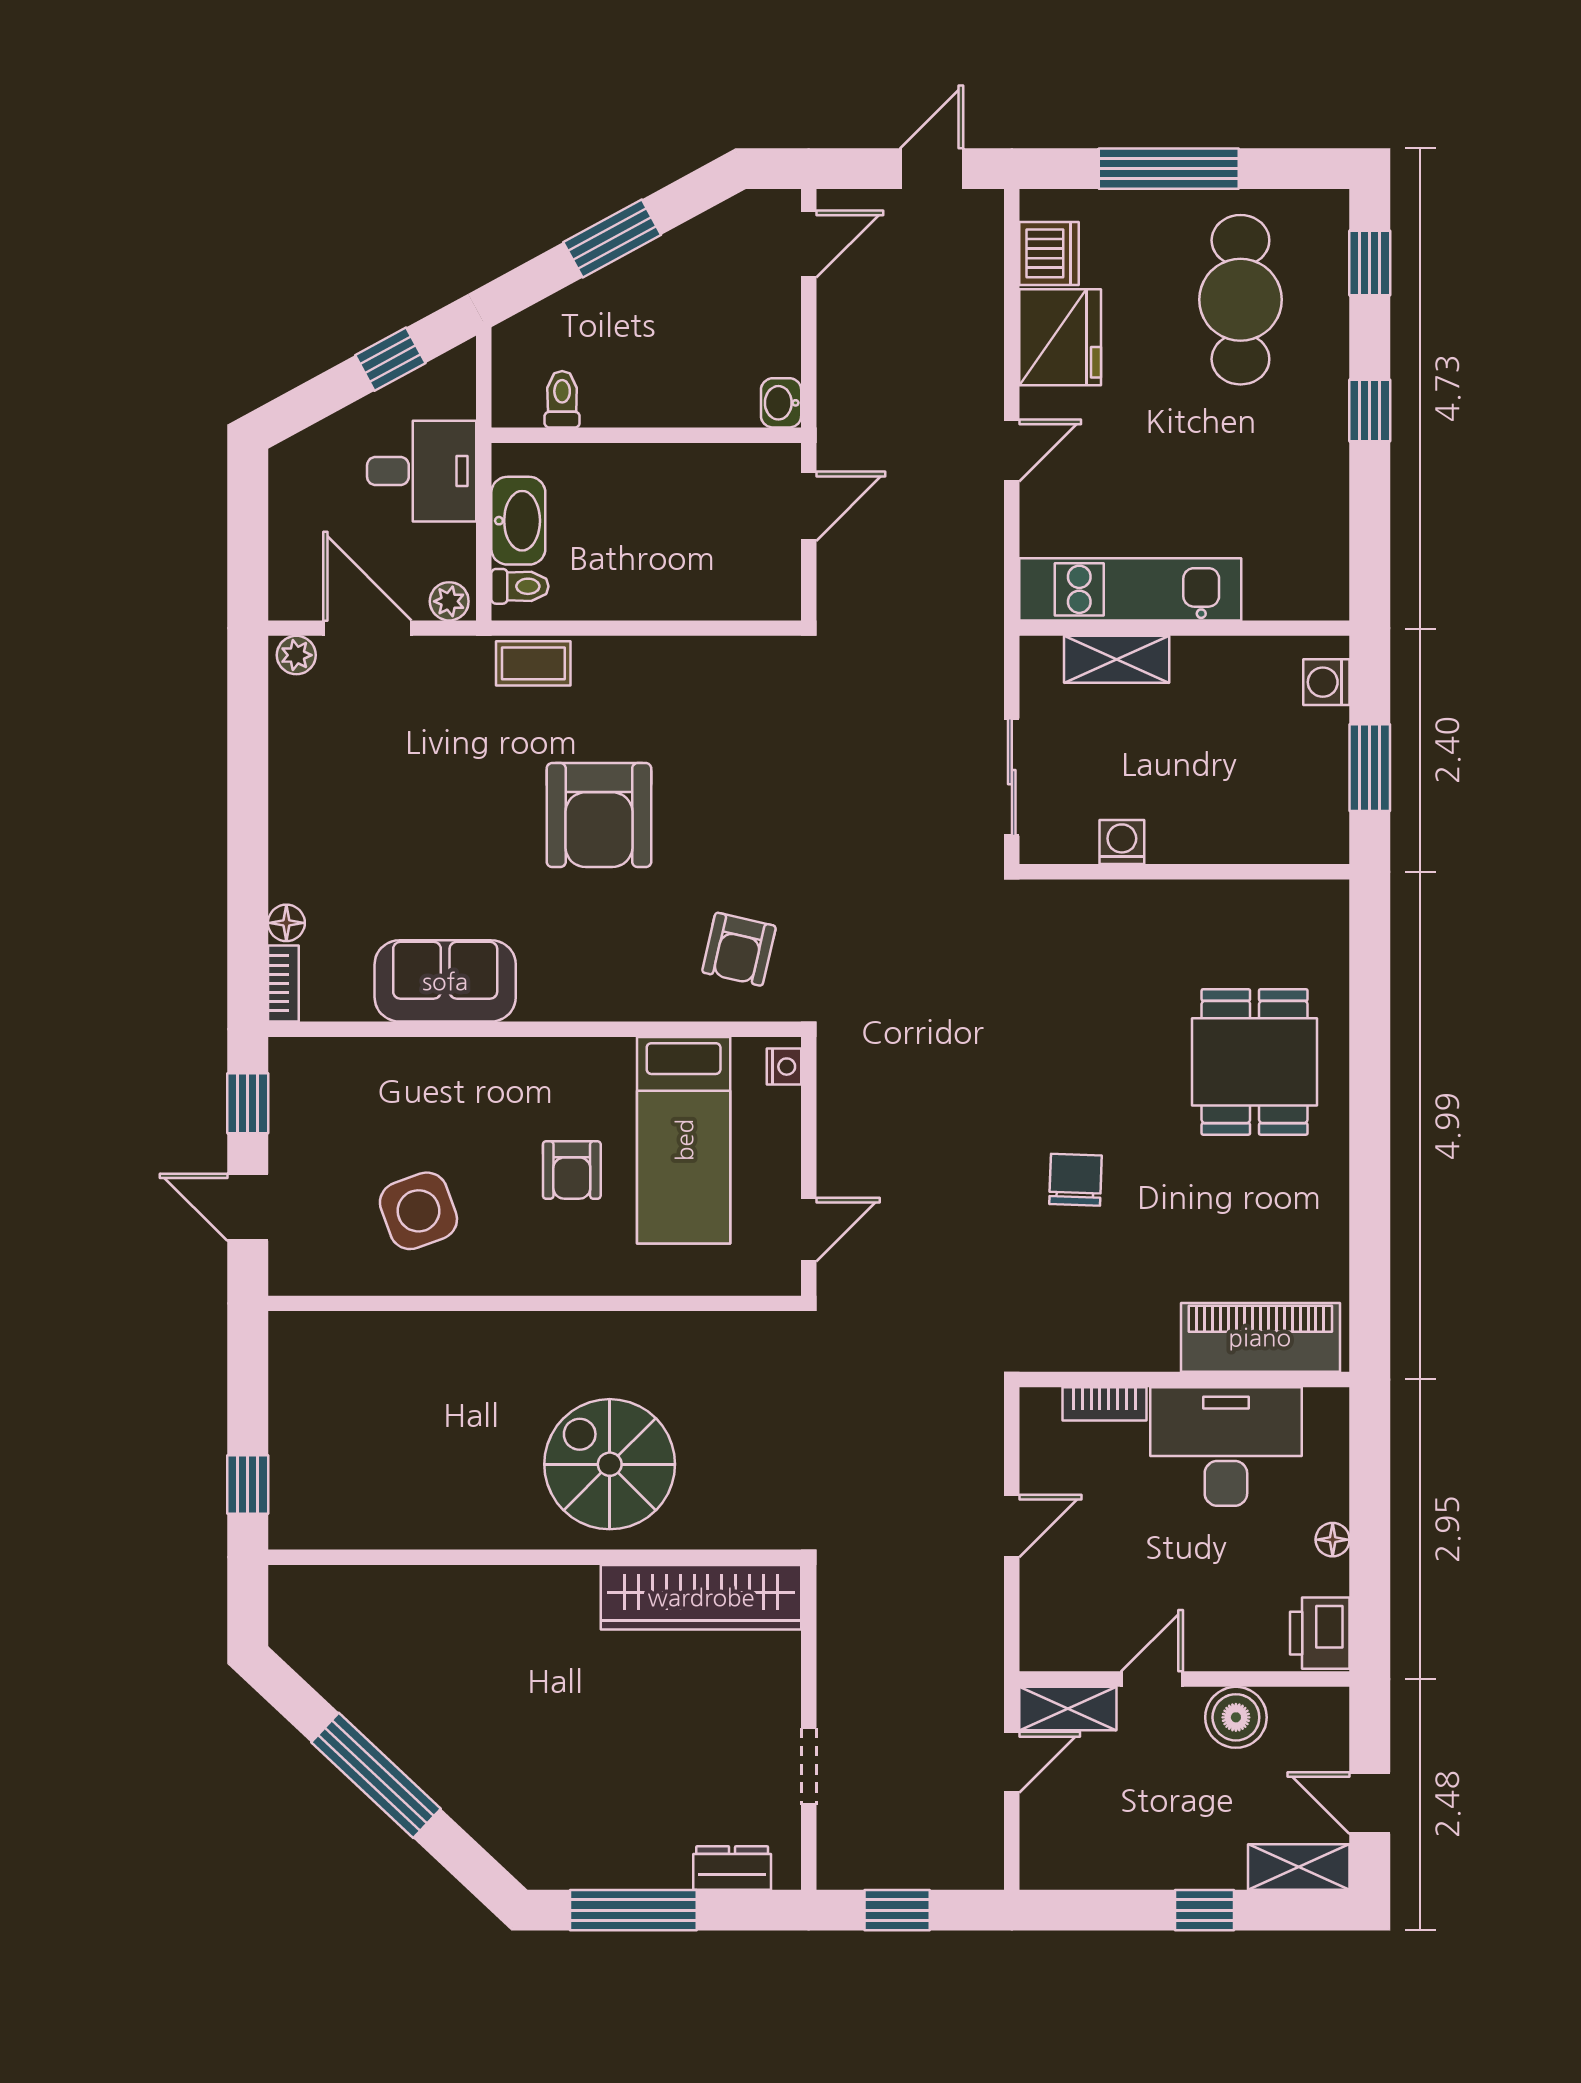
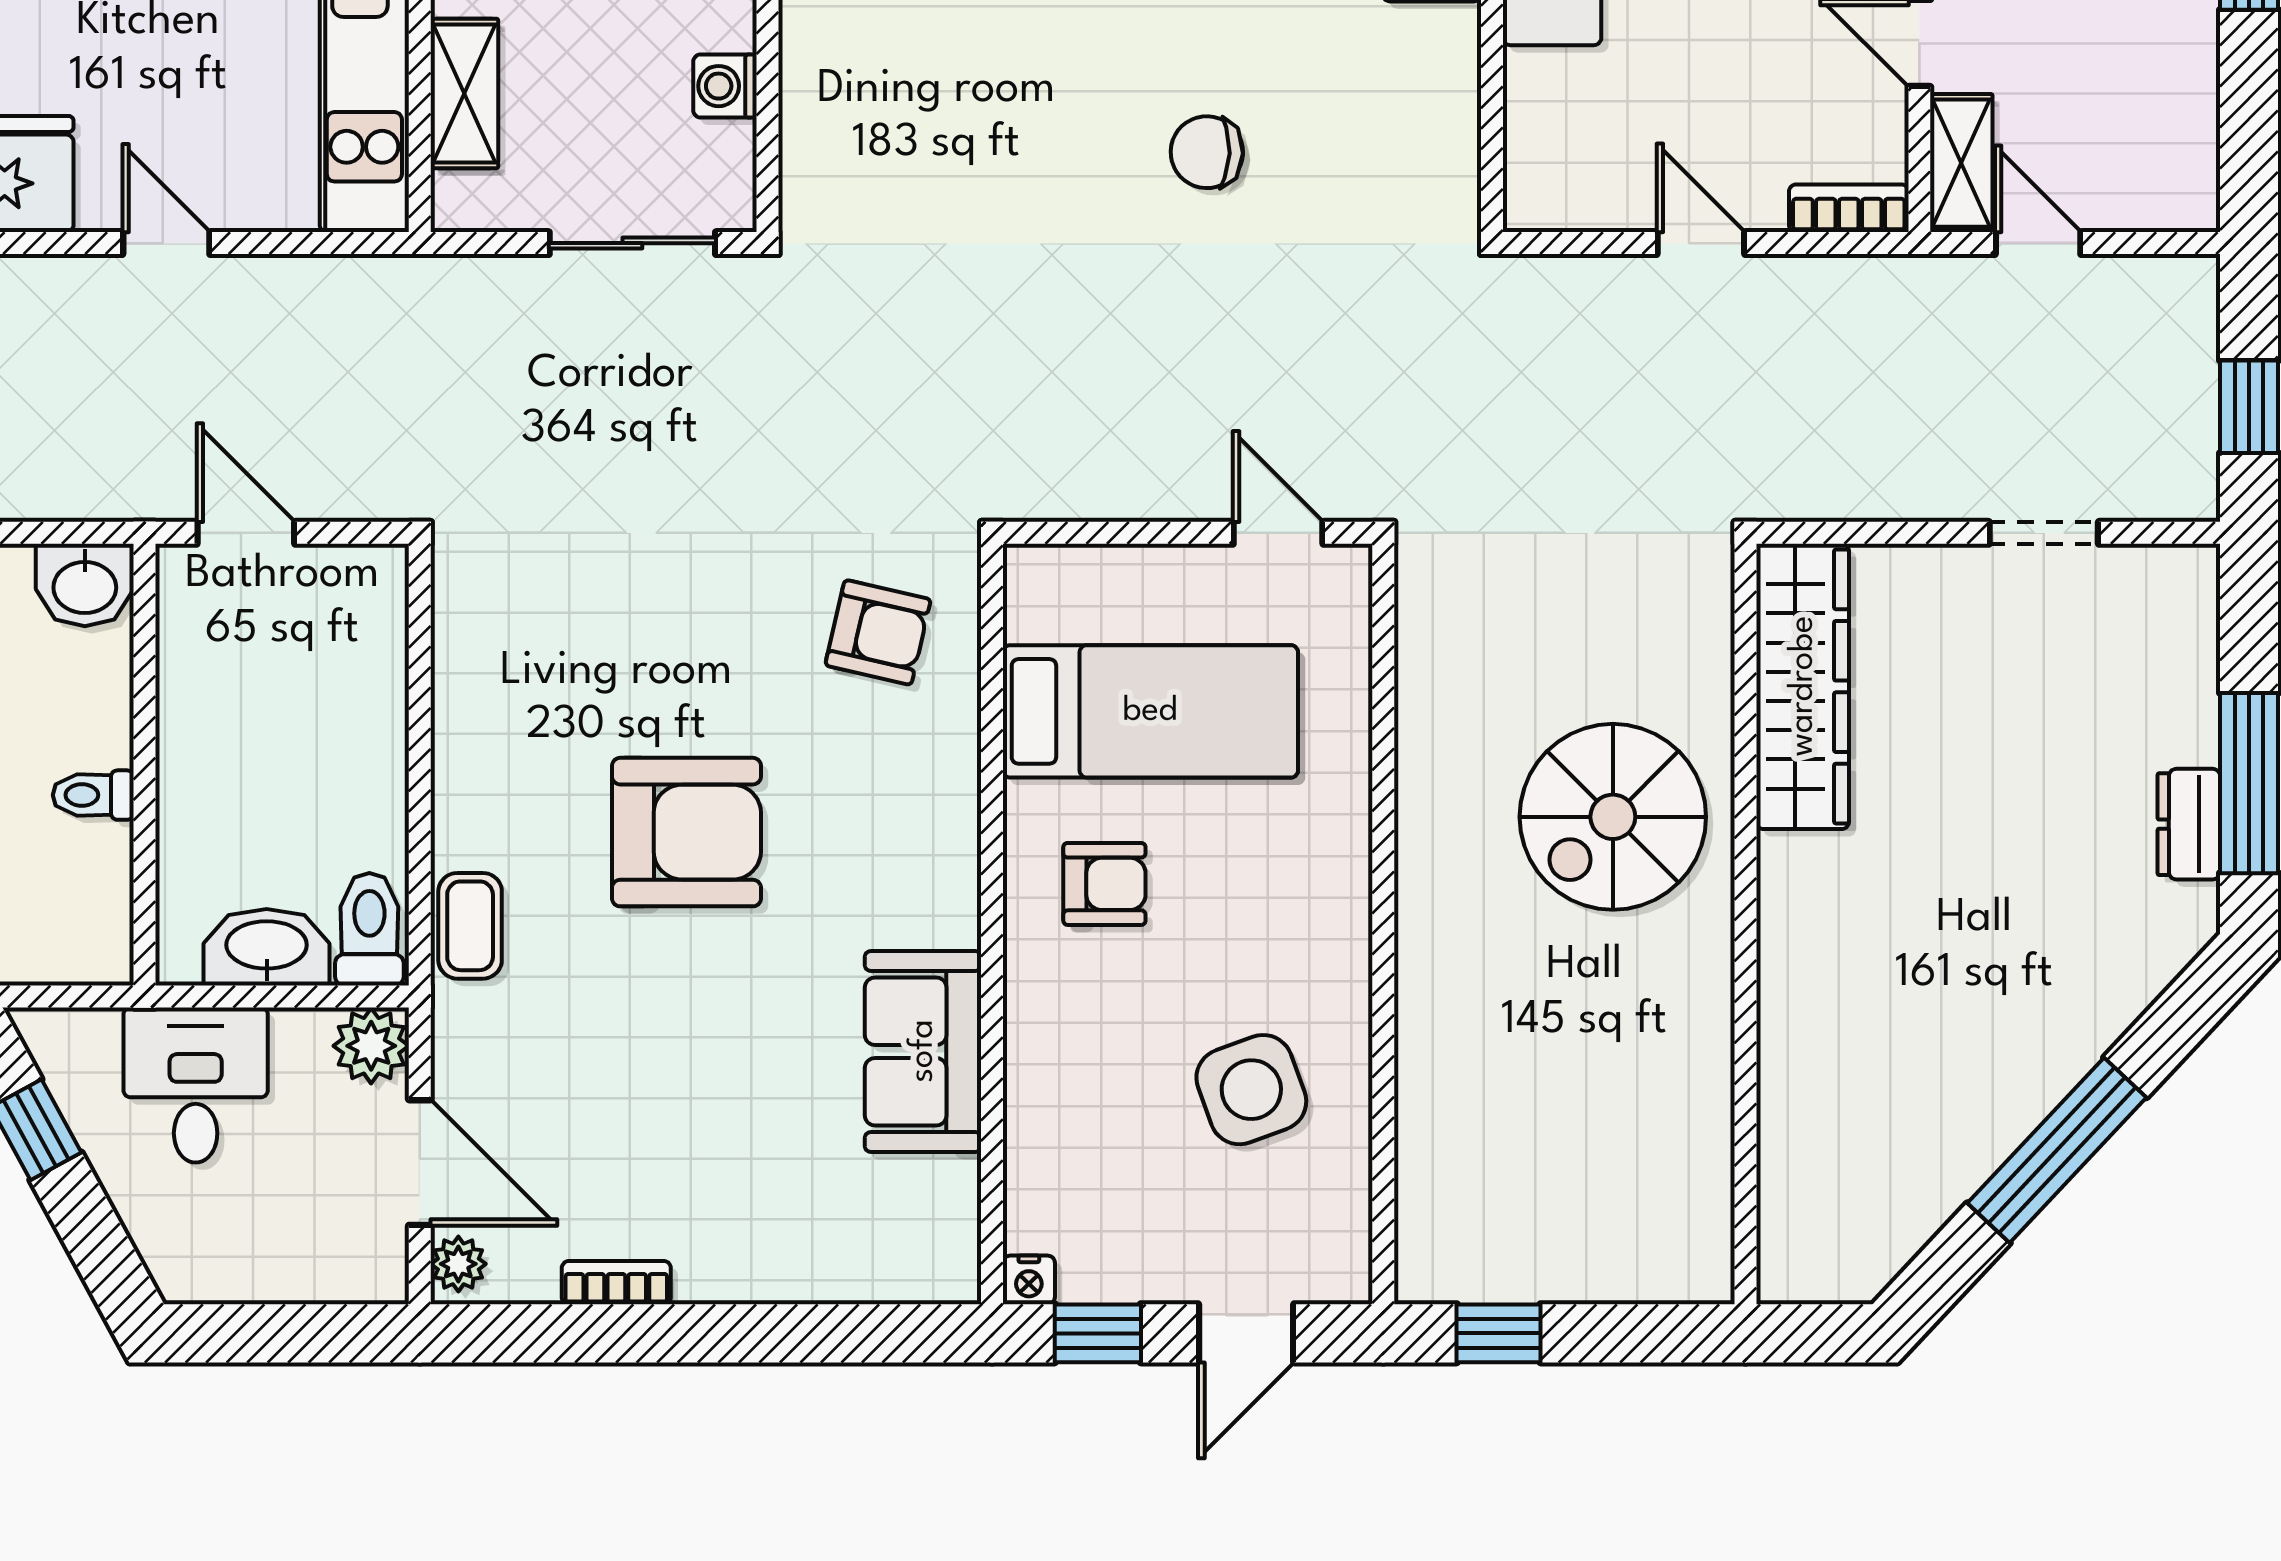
toilet: (562, 399) -> (93, 795), moved
washbasin: (781, 403) -> (85, 585), width x1.38, depth x1.45
toilet: (520, 586) -> (369, 929), width x1.37, depth x1.39
plant: (449, 601) -> (371, 1046), width x1.38, depth x1.38
door: (367, 628) -> (420, 1163), swing flipped
floor lamp: (286, 923) -> (840, 1278), removed
bookcase: (283, 983) -> (616, 1283), moved
nightstand: (784, 1067) -> (1029, 1280), moved, turned 180
armchair: (572, 1170) -> (1104, 884), moved
bookcase: (1104, 1404) -> (1849, 208), moved, turned -90
window: (248, 1484) -> (1499, 1333), moved
dresser: (732, 1868) -> (2189, 824), moved

